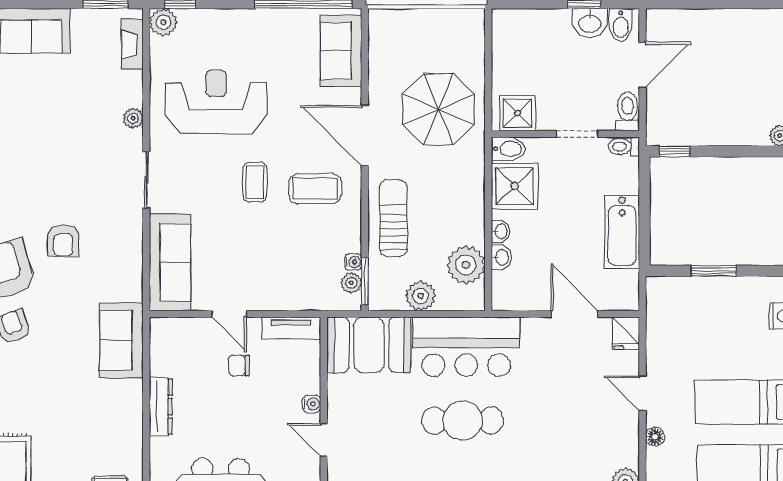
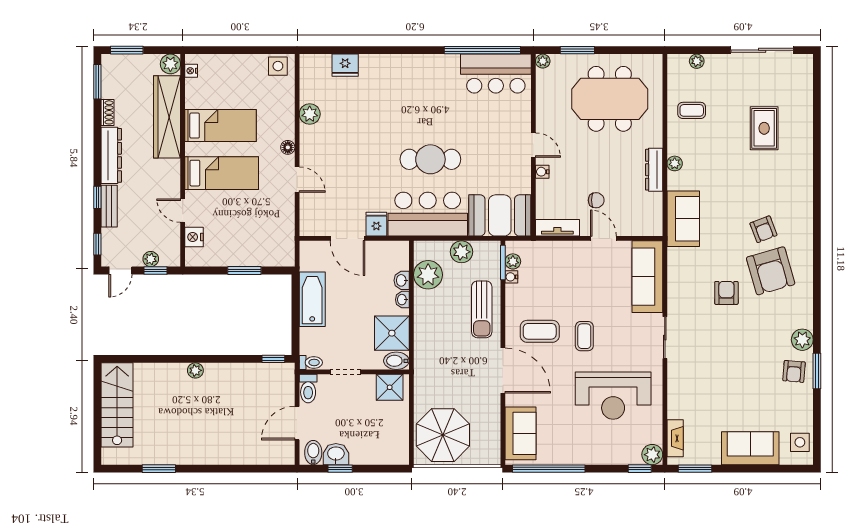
parasol: (438, 109) -> (443, 435), moved
plant: (133, 118) -> (675, 163), moved
fridge: (626, 333) -> (376, 224), moved

